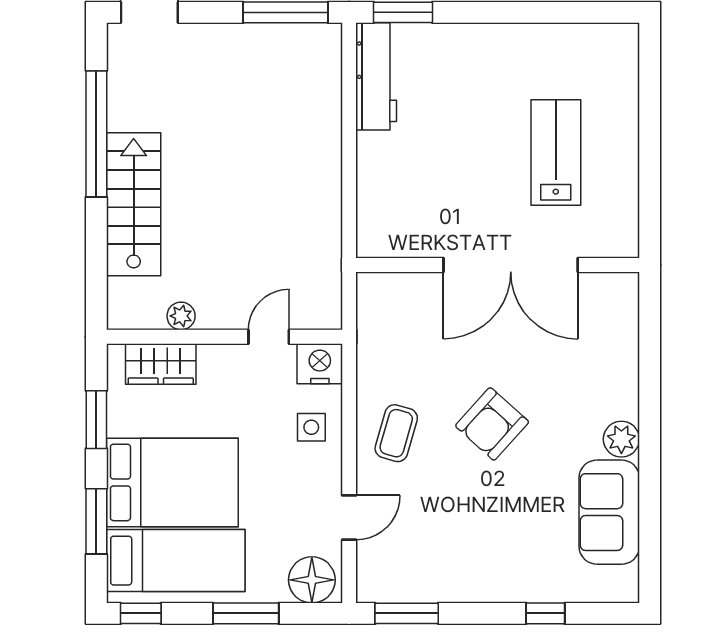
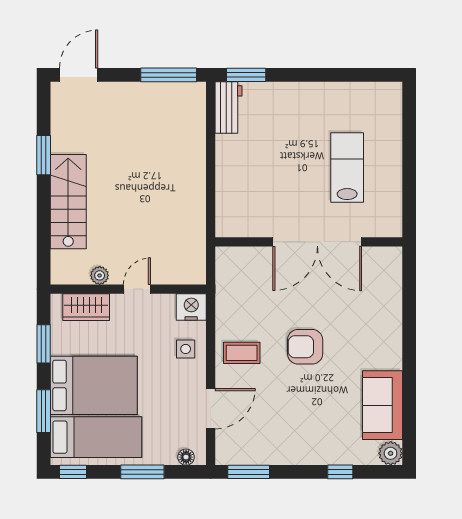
workbench: (376, 76) -> (228, 107), width x0.73
window: (96, 134) -> (44, 155), width x0.47
door: (269, 337) -> (137, 289), moved
armchair: (492, 424) -> (305, 347), turned 48
coffee table: (396, 433) -> (242, 353), turned 74
plant: (621, 439) -> (391, 453), moved
door: (349, 518) -> (211, 409), width x1.38
floor lamp: (312, 580) -> (186, 457), width x0.53, depth x0.53

